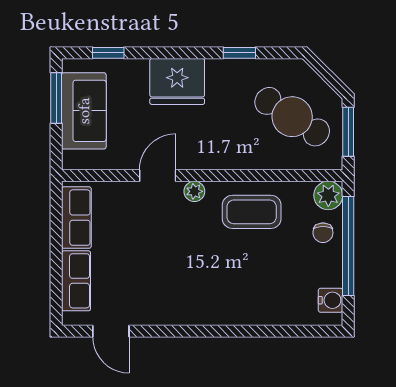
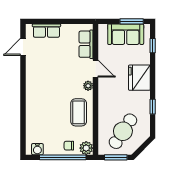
row of seats: (76, 218) -> (86, 44), moved, turned 90

